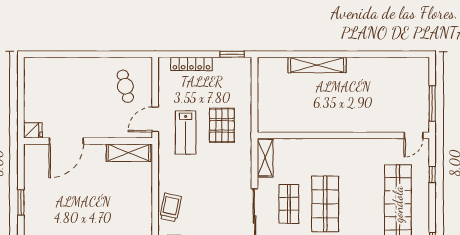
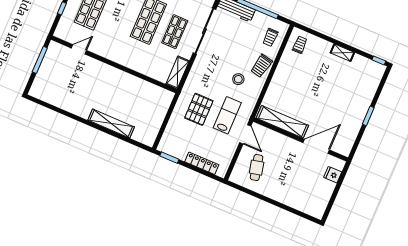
door: (155, 119) -> (245, 134), hinge flipped
fridge: (33, 130) -> (333, 175), moved
door: (414, 135) -> (79, 49), moved
shelving: (128, 153) -> (282, 122), width x1.47
stool: (191, 180) -> (238, 79), added

